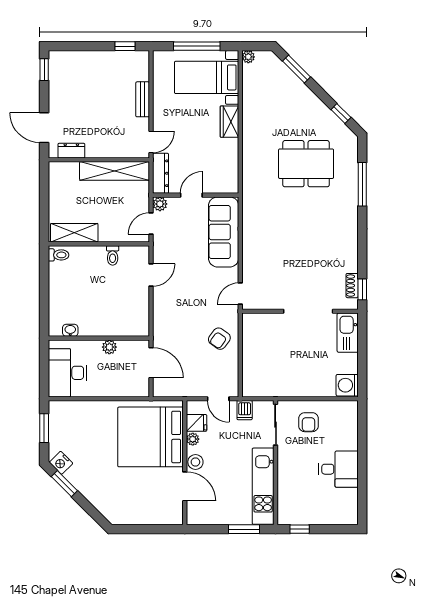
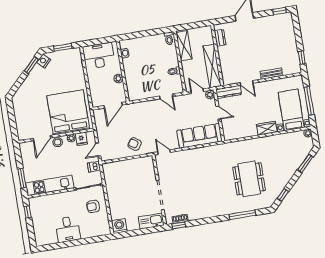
dresser: (71, 151) -> (220, 38), moved
wall: (99, 160) -> (217, 55), moved
shelving: (115, 171) -> (212, 66), moved

